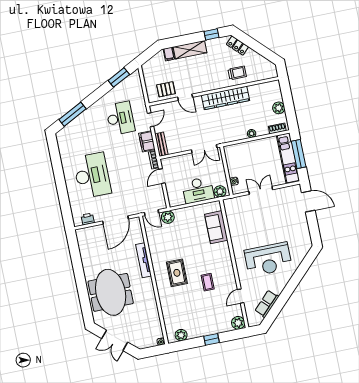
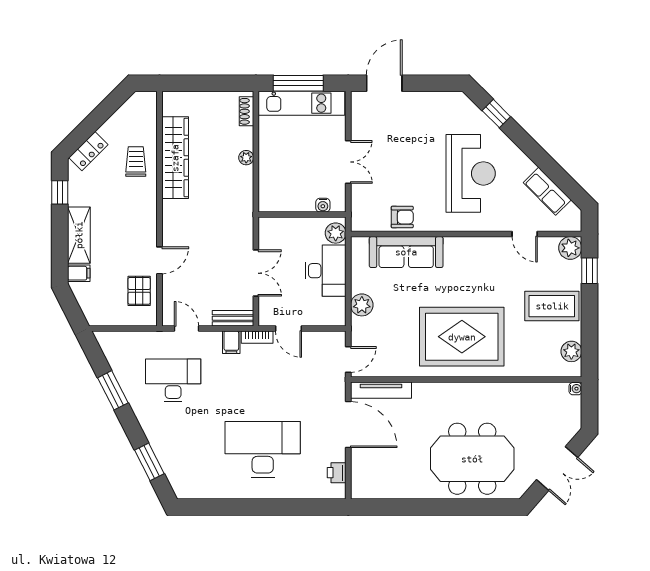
window: (119, 77) -> (113, 390), moved
wardrobe: (226, 98) -> (175, 158), moved
plant: (279, 108) -> (211, 102), removed
window: (73, 114) -> (149, 462), width x0.69
filing cabinet: (147, 141) -> (231, 342), width x0.50
double door: (204, 149) -> (256, 273), moved
double door: (261, 190) -> (348, 162), swing flipped
plant: (168, 217) -> (362, 305), moved
armchair: (236, 226) -> (402, 217), added
sofa: (216, 227) -> (406, 252), width x1.36
tv unit: (144, 260) -> (381, 390), moved
window: (304, 267) -> (496, 114), added
rug: (177, 273) -> (462, 337), width x1.86, depth x2.06
coffee table: (208, 282) -> (552, 306), moved, width x1.86, depth x1.72
window: (212, 339) -> (590, 271), moved

